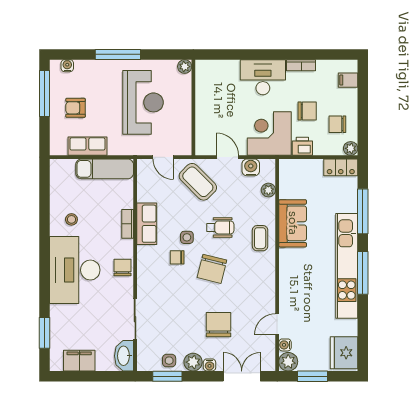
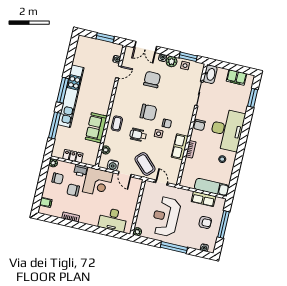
desk: (263, 77) -> (113, 220), moved
window: (44, 94) -> (223, 224), moved
locker: (341, 167) -> (73, 156), moved
exam couch: (105, 169) -> (212, 187), moved
chair: (212, 269) -> (148, 112), turned 76
chair: (219, 325) -> (152, 80), turned 180
fridge: (344, 353) -> (84, 47), removed
plant: (288, 362) -> (117, 49), removed

